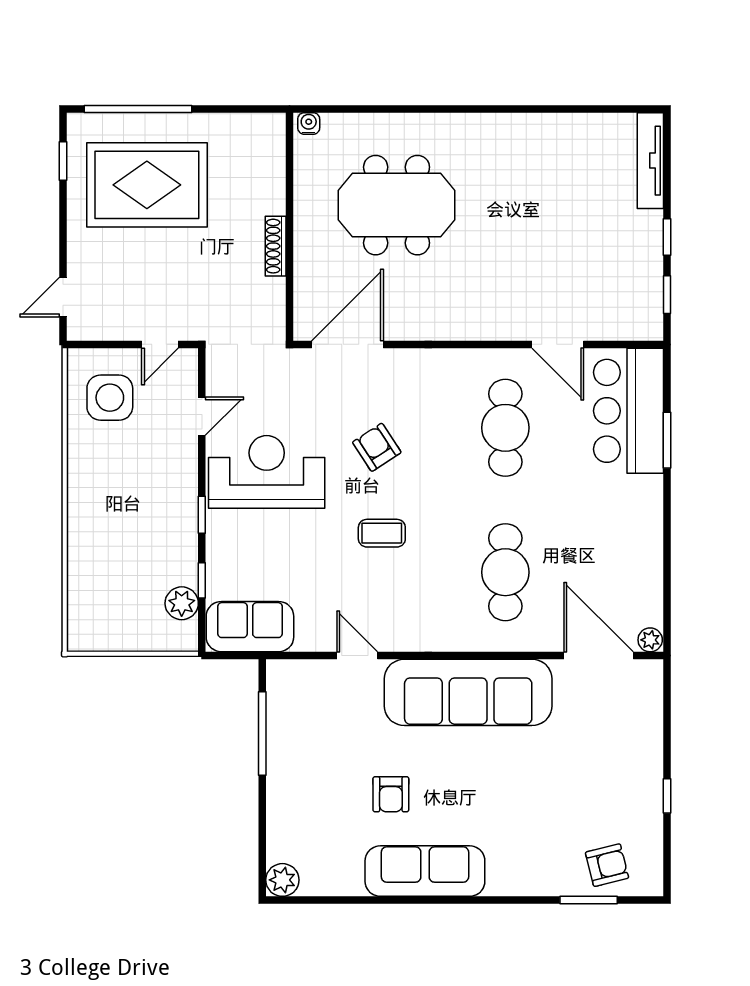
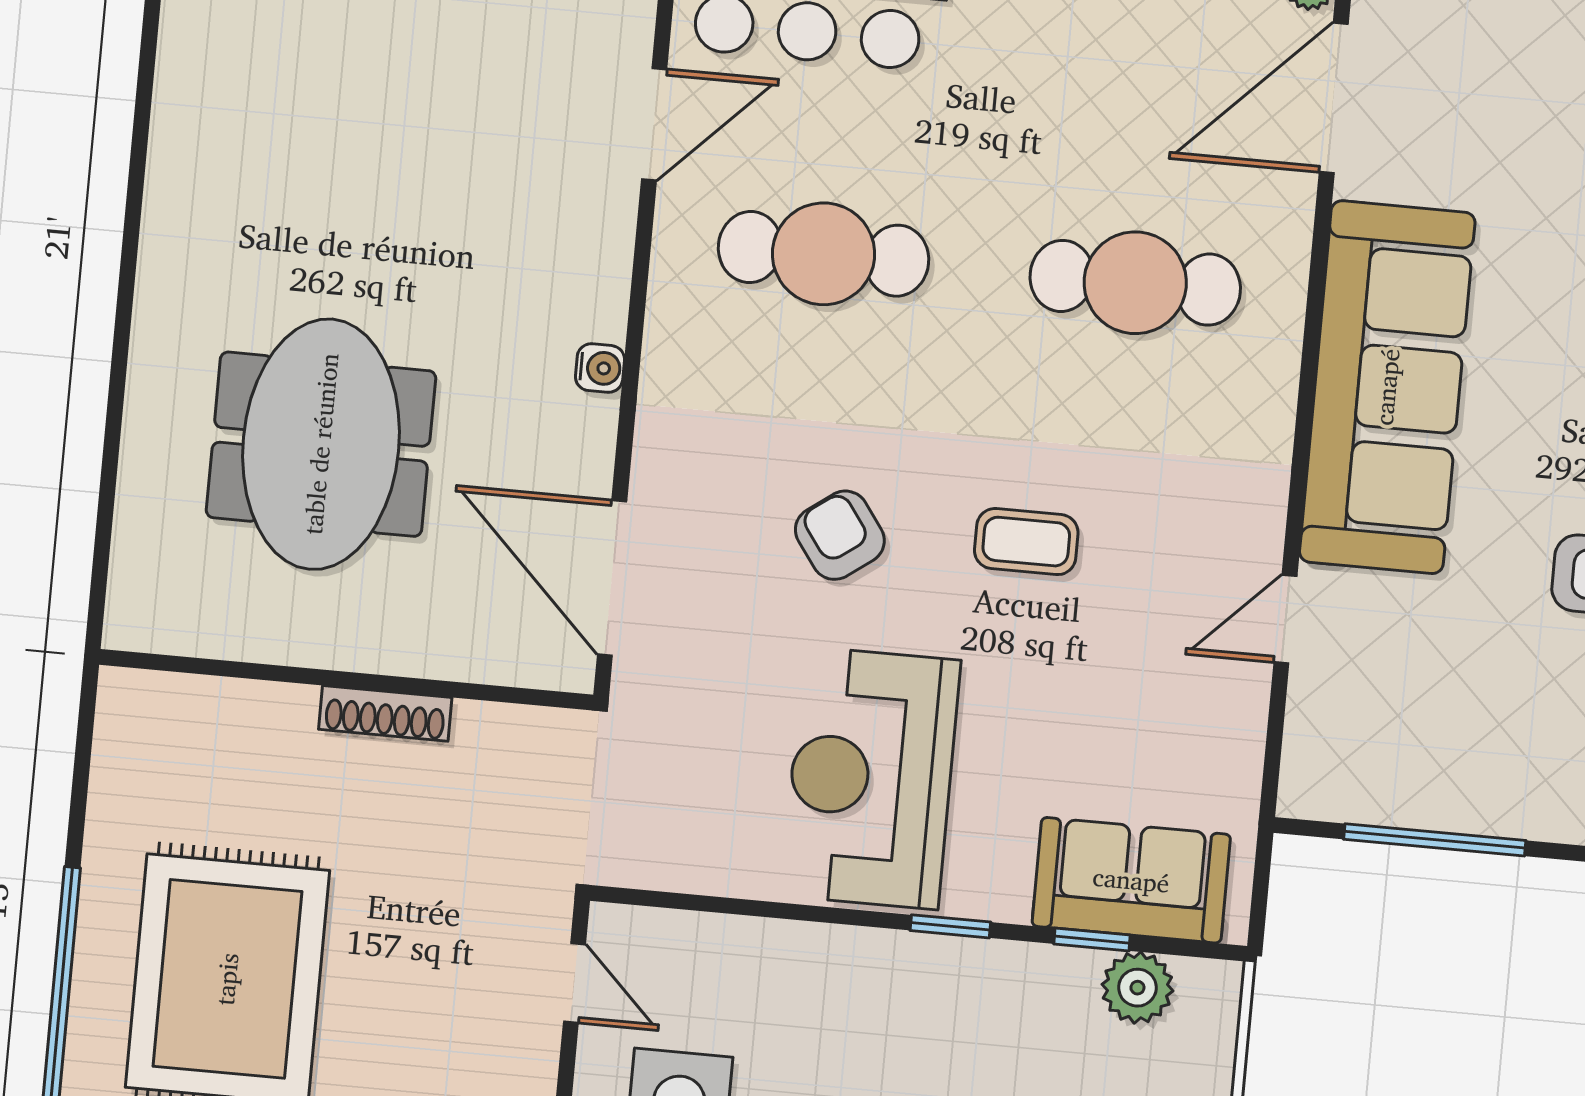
water cooler: (309, 123) -> (600, 368), moved, turned 180
door: (202, 416) -> (737, 907), removed
armchair: (377, 447) -> (840, 535), turned 87
coffee table: (382, 533) -> (1026, 542), turned 90
sofa: (250, 627) -> (1131, 880), moved, turned 90

